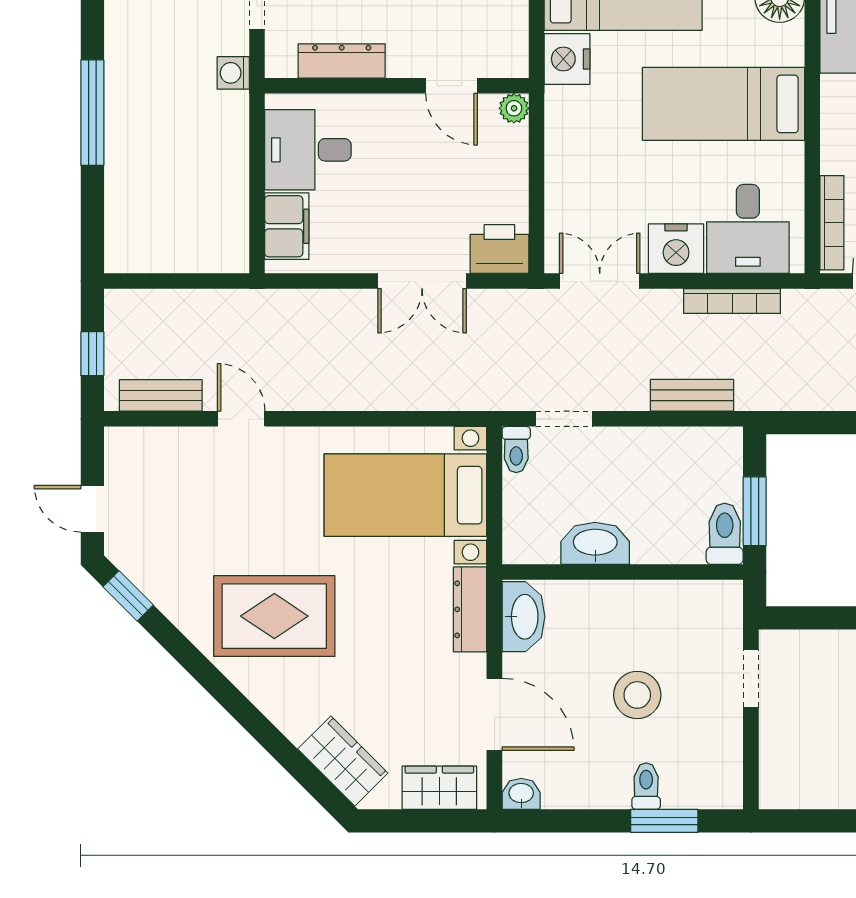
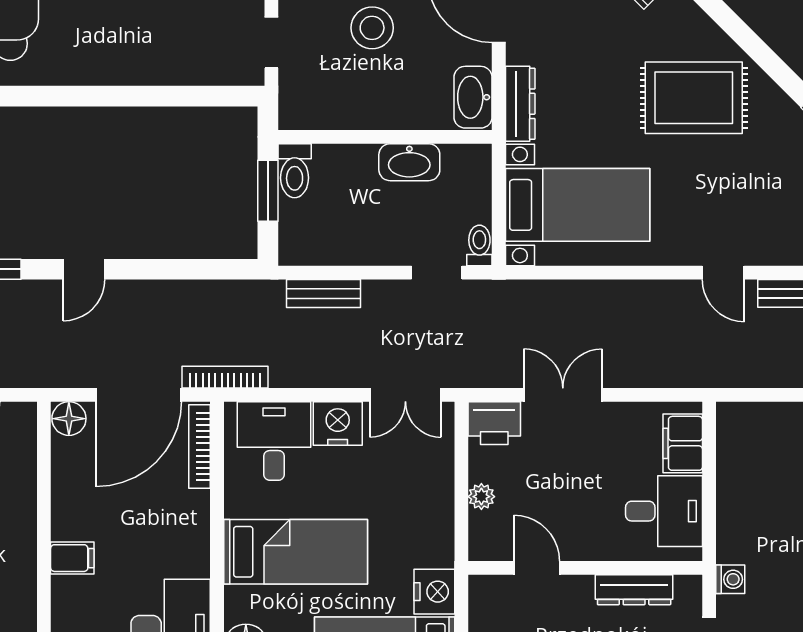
plant: (514, 108) -> (481, 497), moved
bookcase: (732, 301) -> (225, 377), moved

